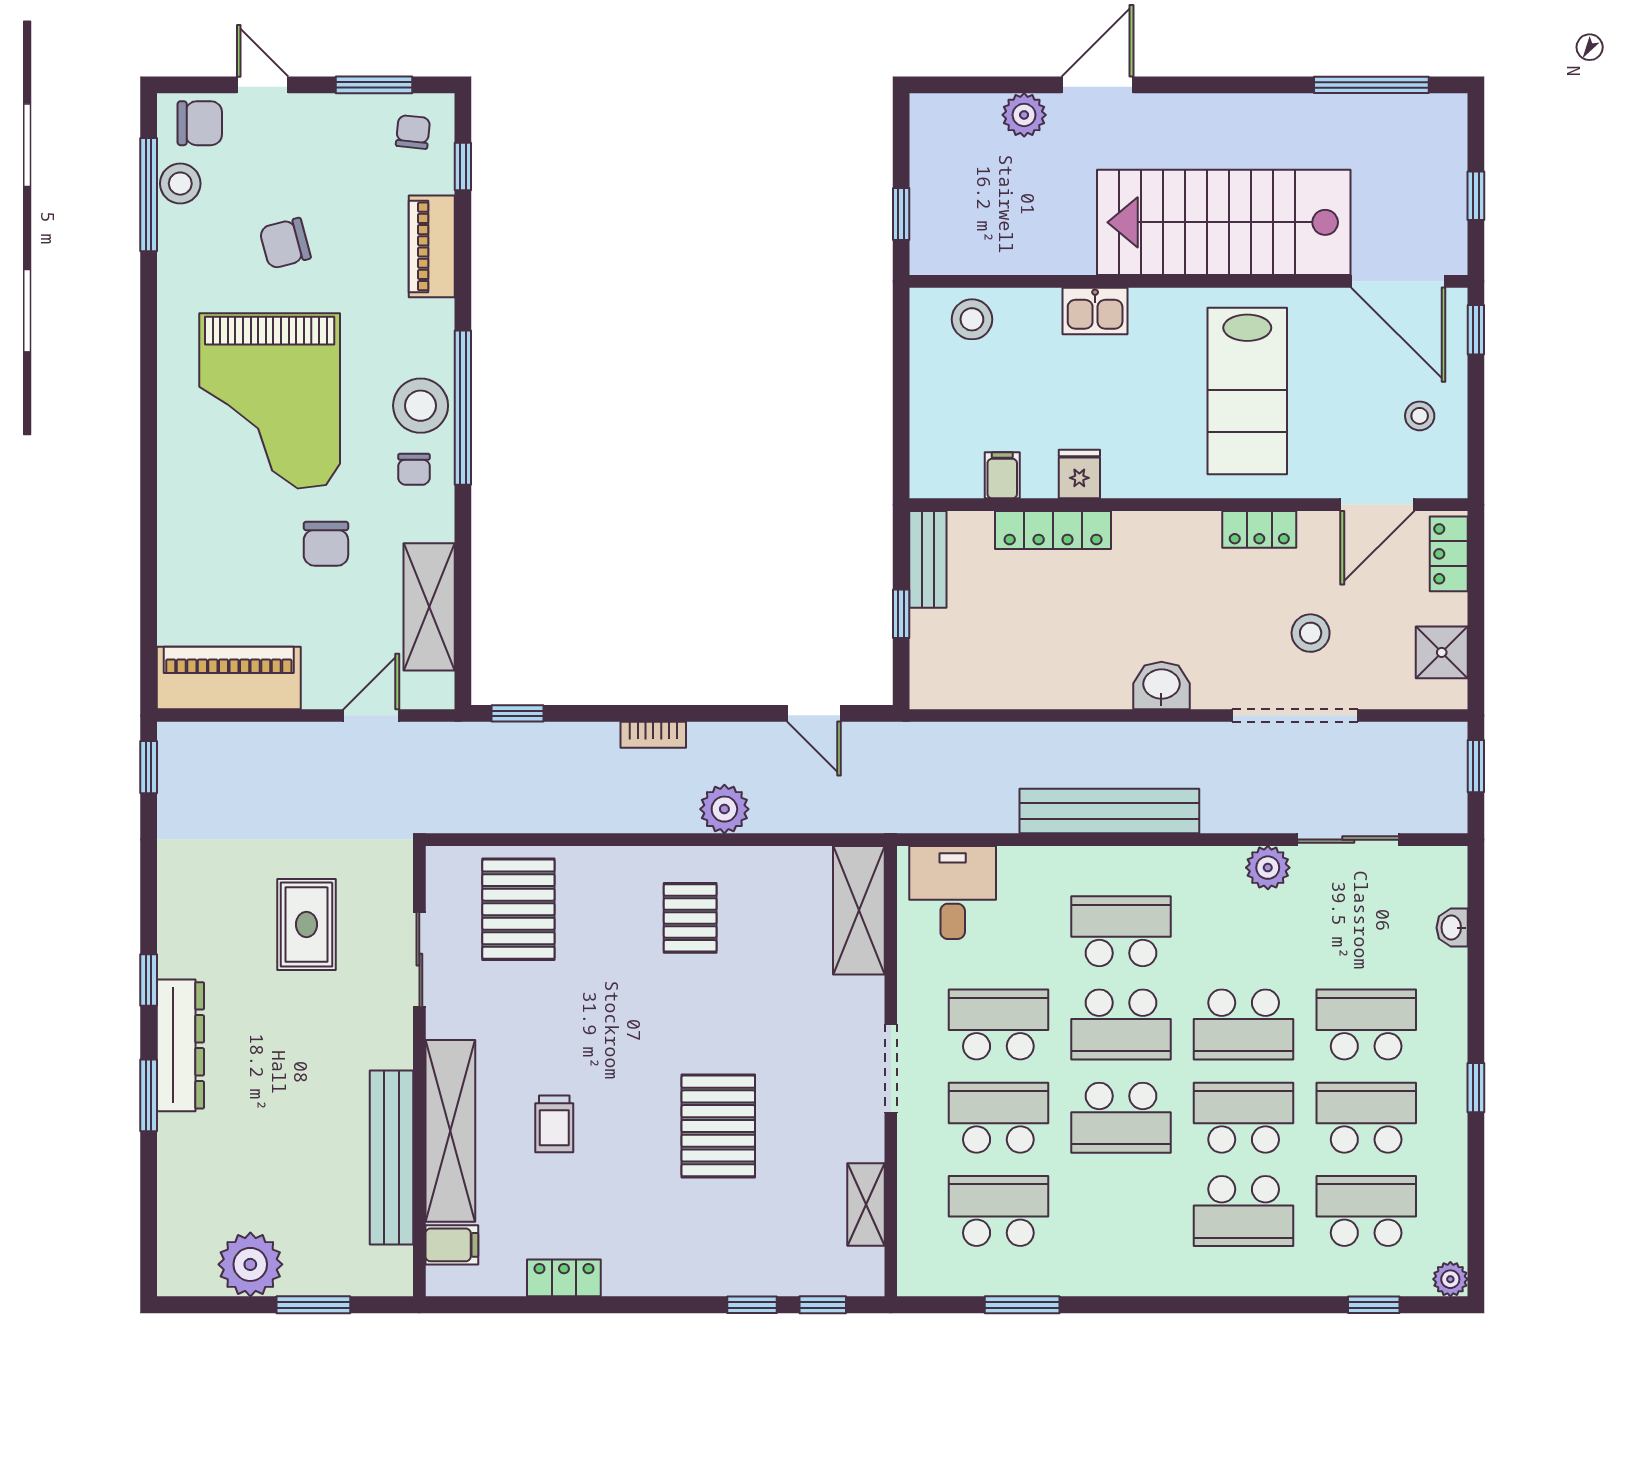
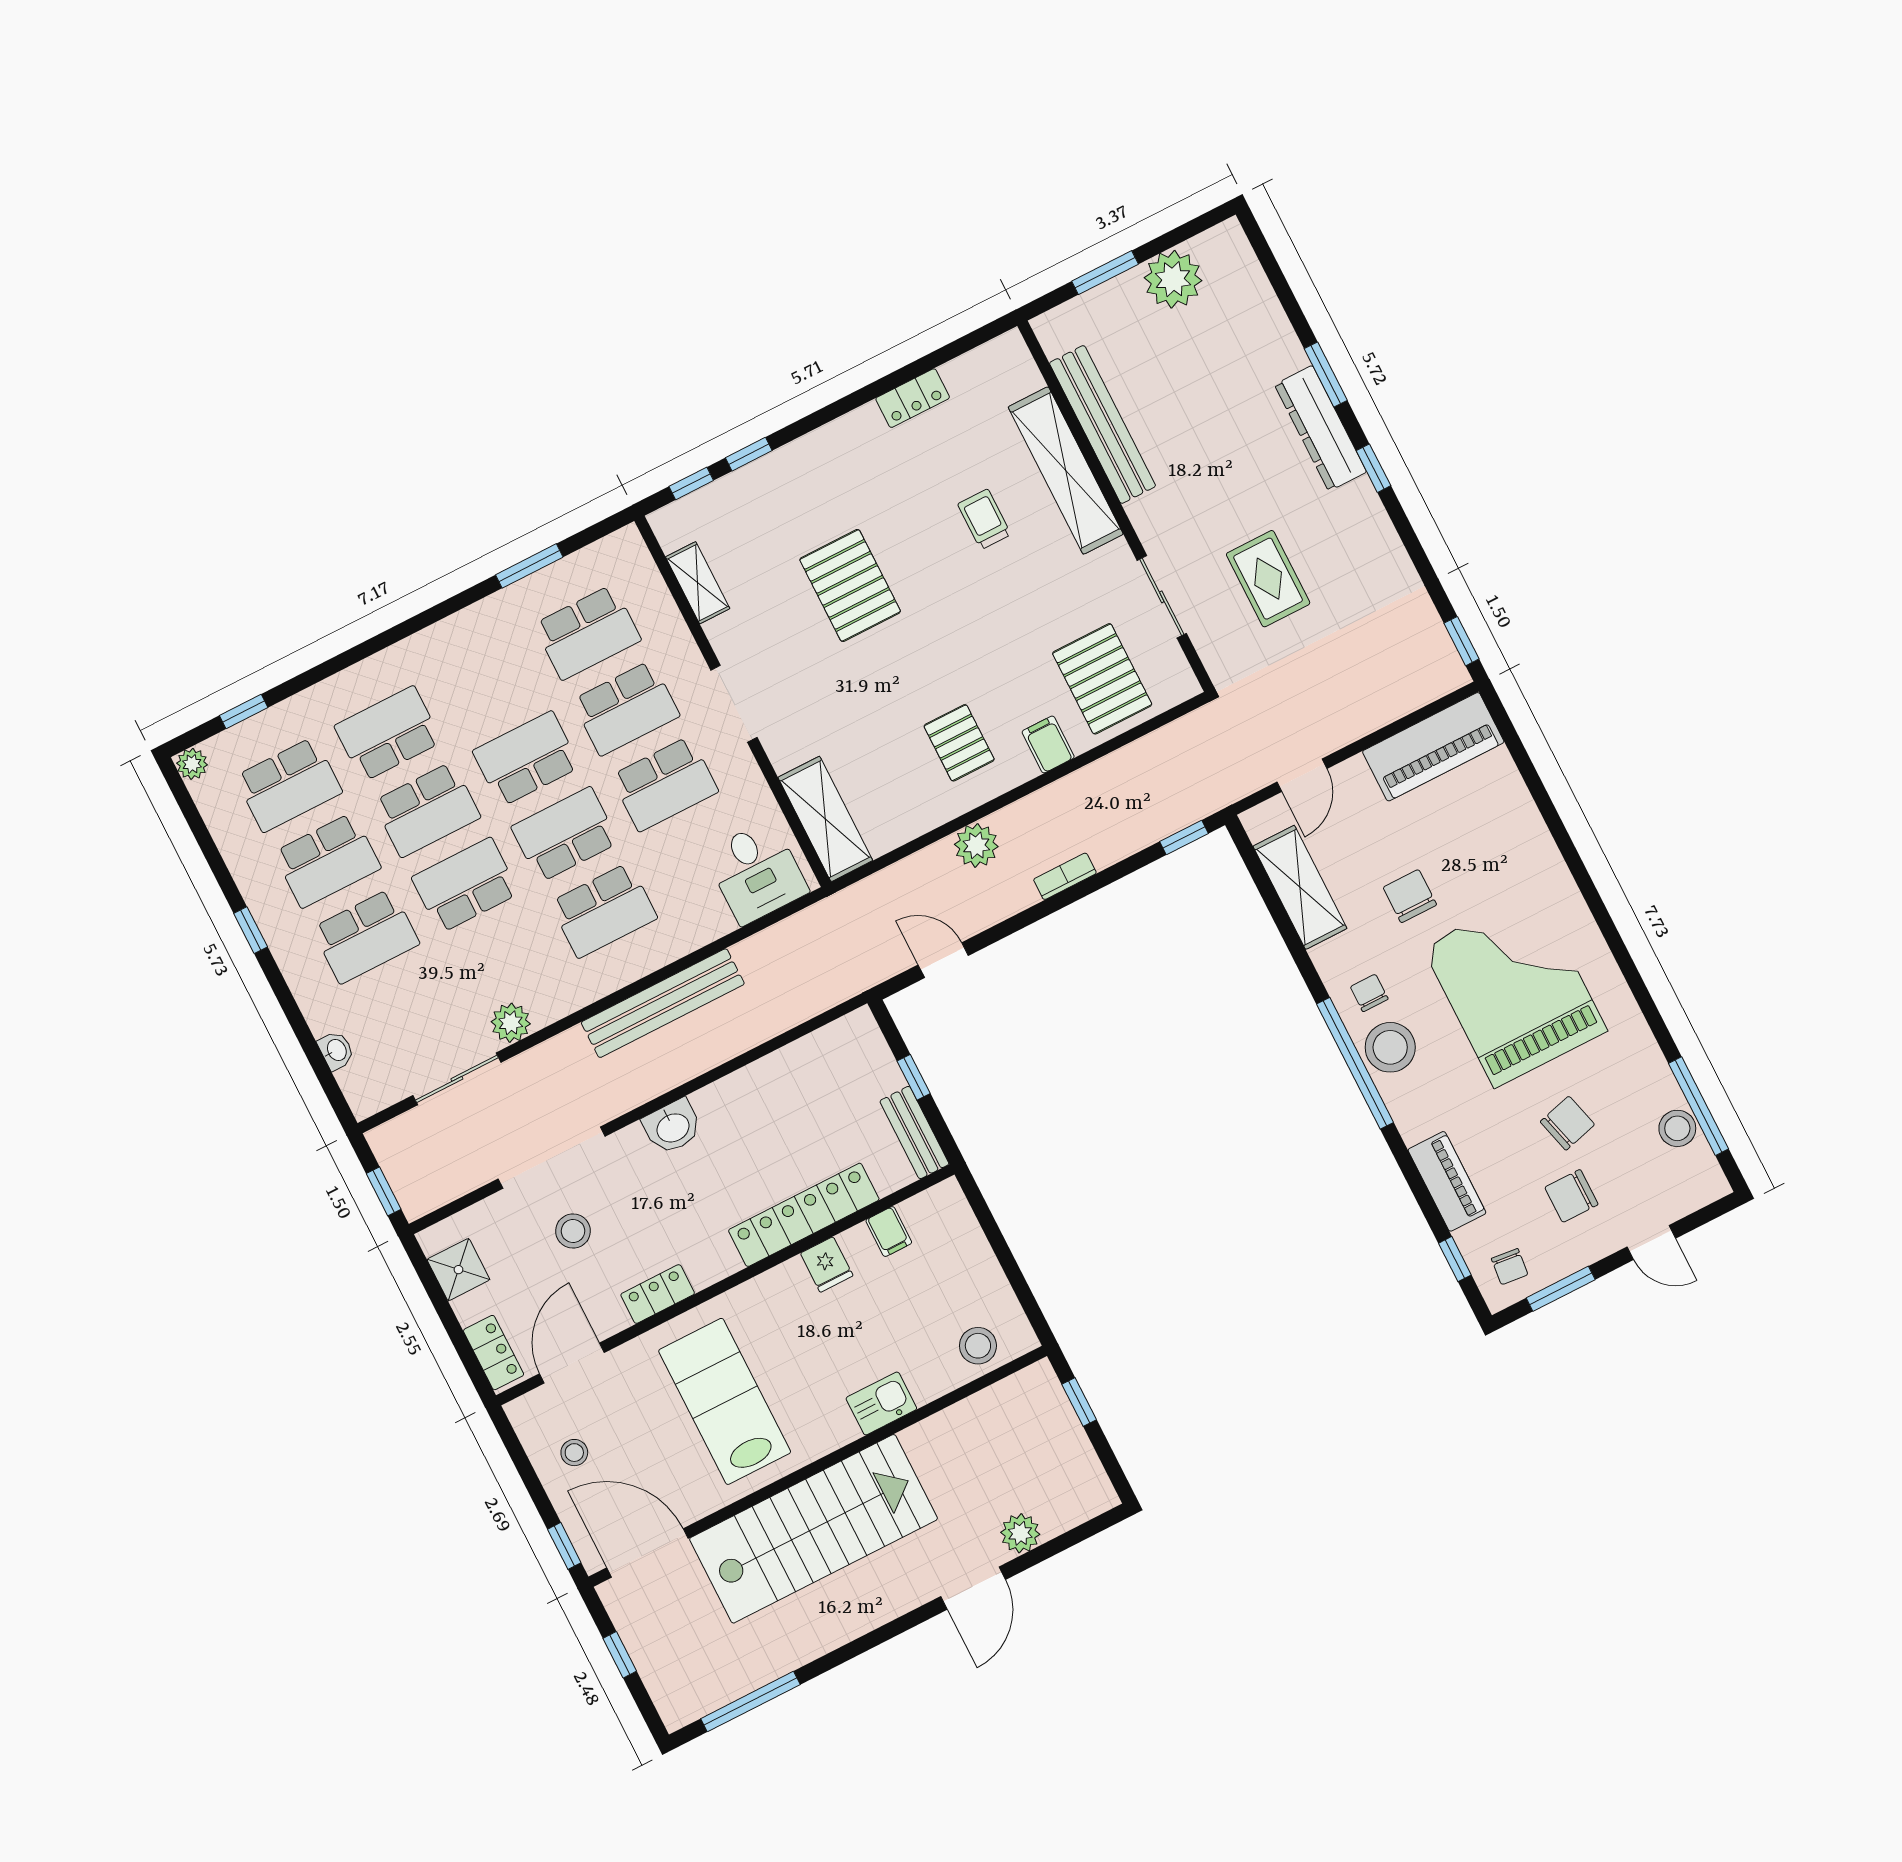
chair: (200, 123) -> (1571, 1196), moved
locker: (1053, 530) -> (804, 1215), width x1.41, depth x1.21
filing cabinet: (452, 1245) -> (1048, 744), moved, turned 90

